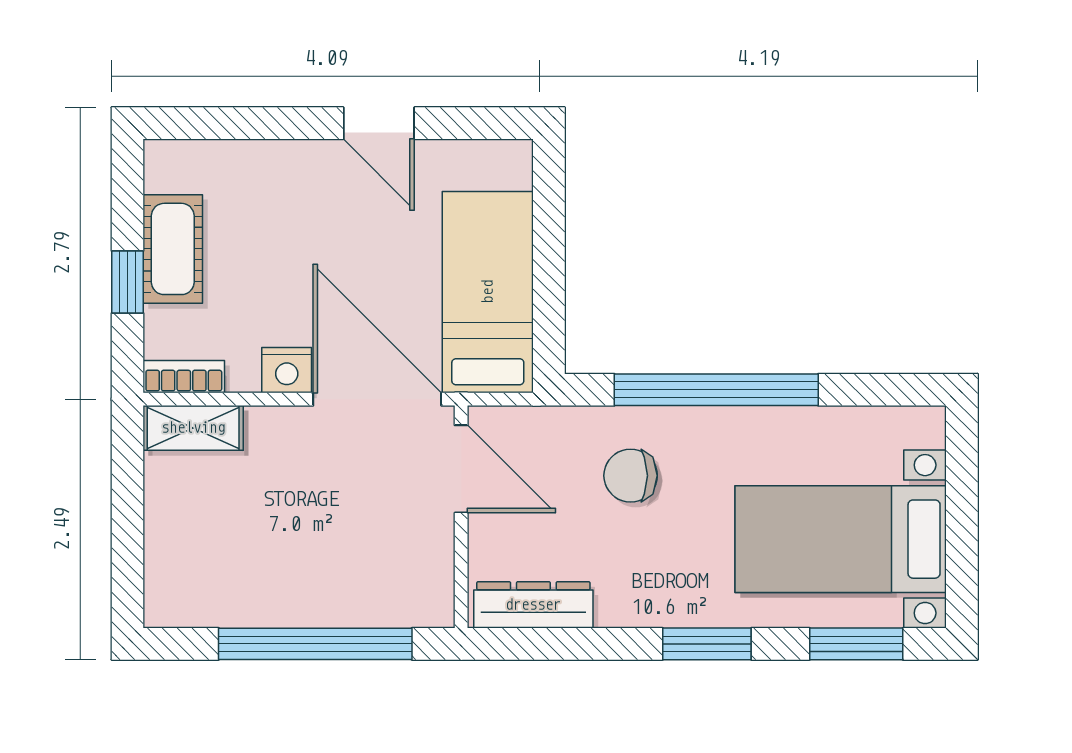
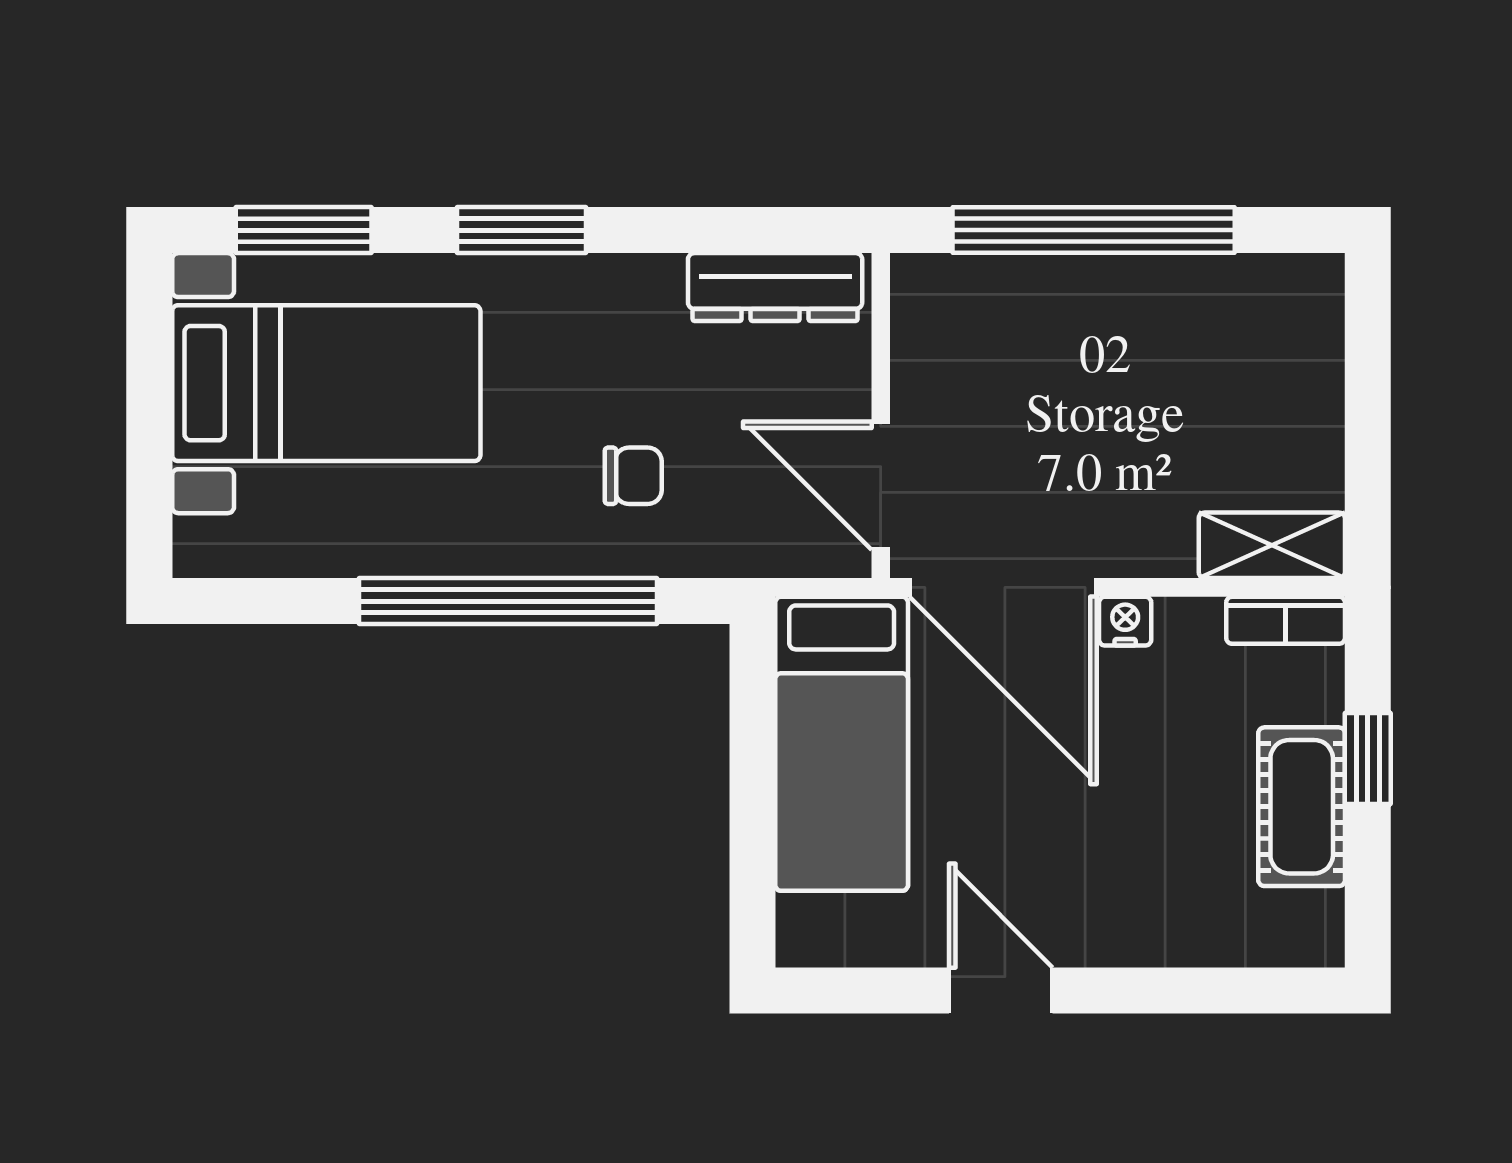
nightstand: (287, 370) -> (1125, 621), width x0.72, depth x0.74
chair: (631, 476) -> (633, 476), width x0.73, depth x0.73

